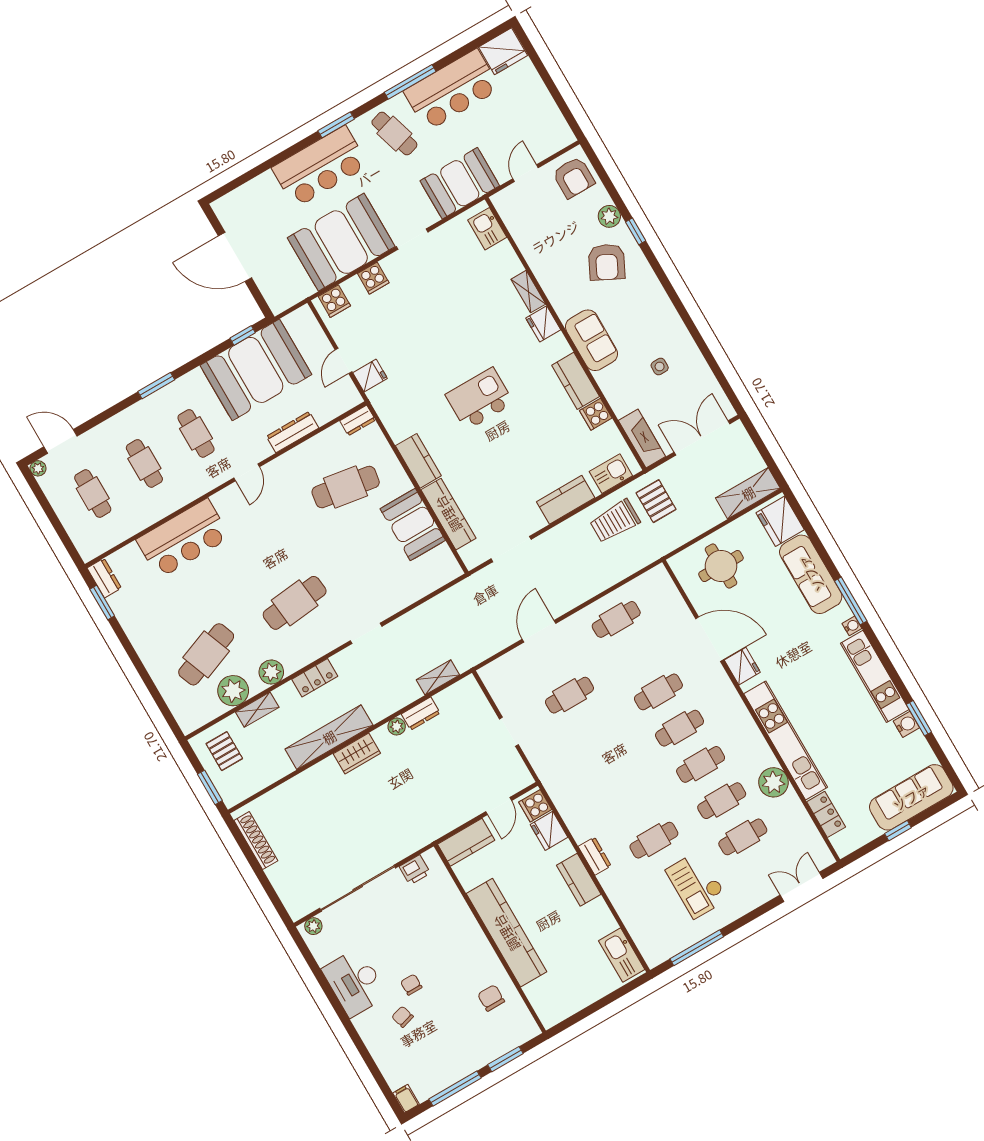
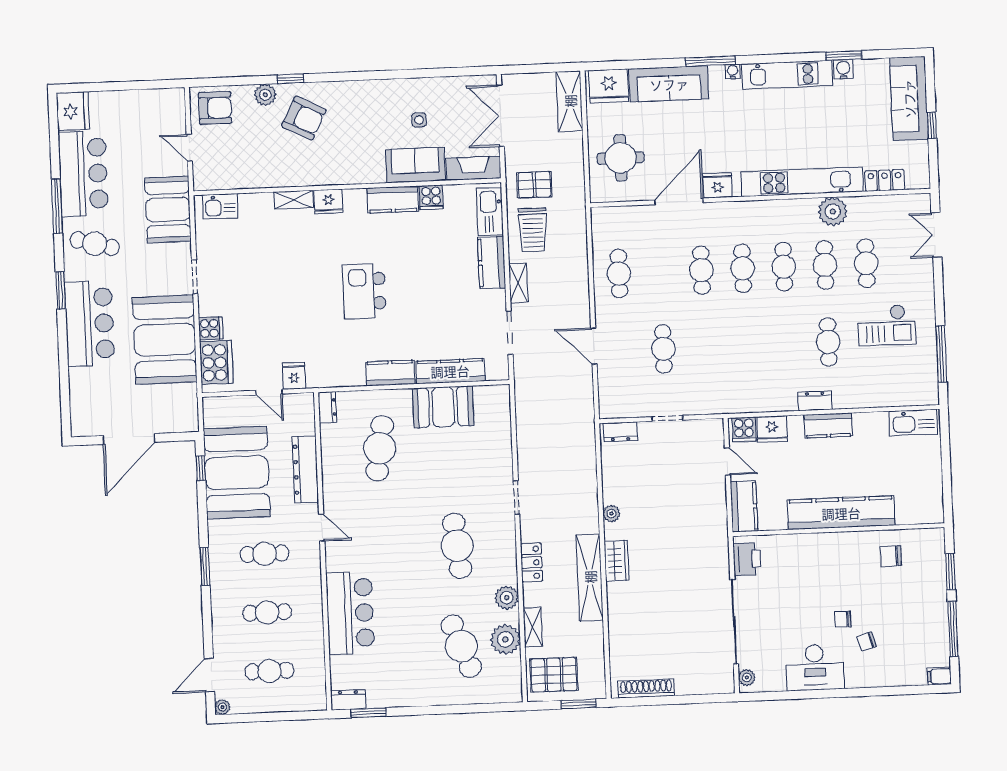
cafe table: (394, 134) -> (95, 244), turned 32
cooker: (334, 301) -> (216, 363), width x1.87, depth x1.31
sofa: (591, 340) -> (415, 165), moved
dresser: (292, 432) -> (305, 469), width x1.37, depth x1.24
kitchen sink: (611, 474) -> (490, 211), width x1.38
shelving: (438, 677) -> (518, 283), moved
dresser: (421, 714) -> (620, 432), moved, turned 90
pallet: (224, 751) -> (554, 675), width x1.50, depth x1.42
printer: (415, 870) -> (747, 559), width x1.36, depth x1.24

